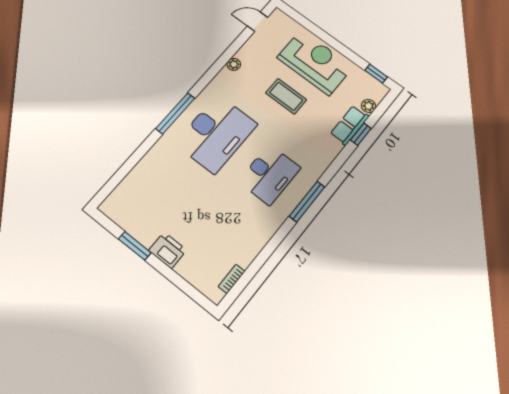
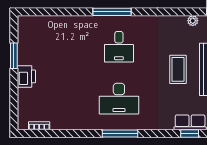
plant: (234, 64) -> (193, 21), moved
desk: (216, 134) -> (119, 47), width x0.53, depth x0.77

